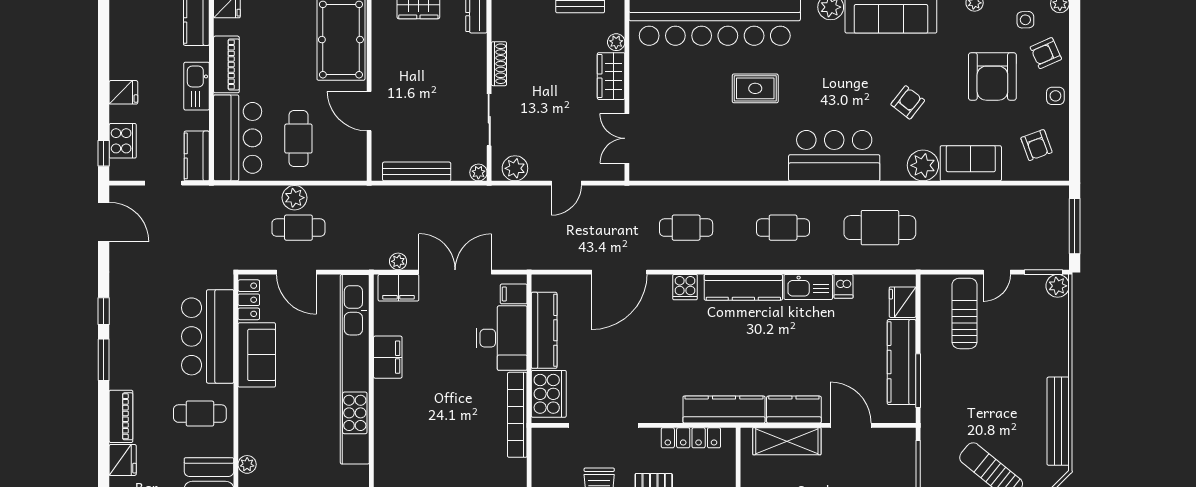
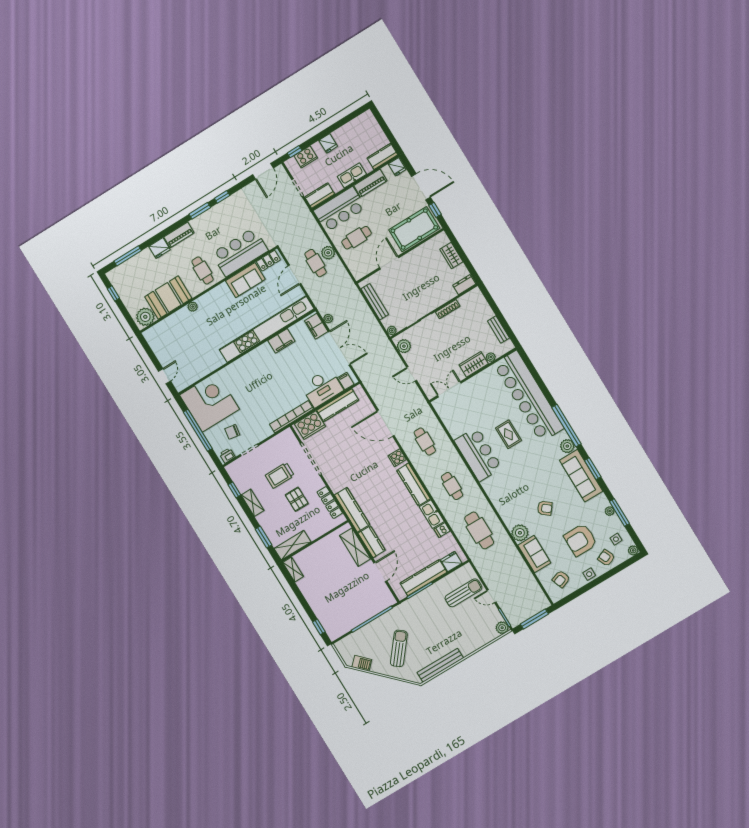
bar counter: (834, 156) -> (478, 454), moved

